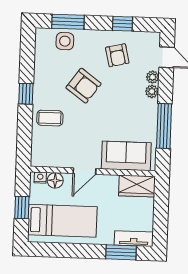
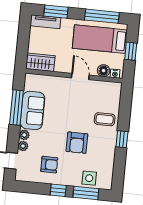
window: (123, 24) -> (58, 190), moved
armchair: (117, 55) -> (49, 165), turned 103
armchair: (84, 86) -> (77, 143), turned -126
sofa: (126, 156) -> (33, 110), moved, turned -90
door: (85, 171) -> (80, 76), hinge flipped
window: (62, 250) -> (102, 16), added

